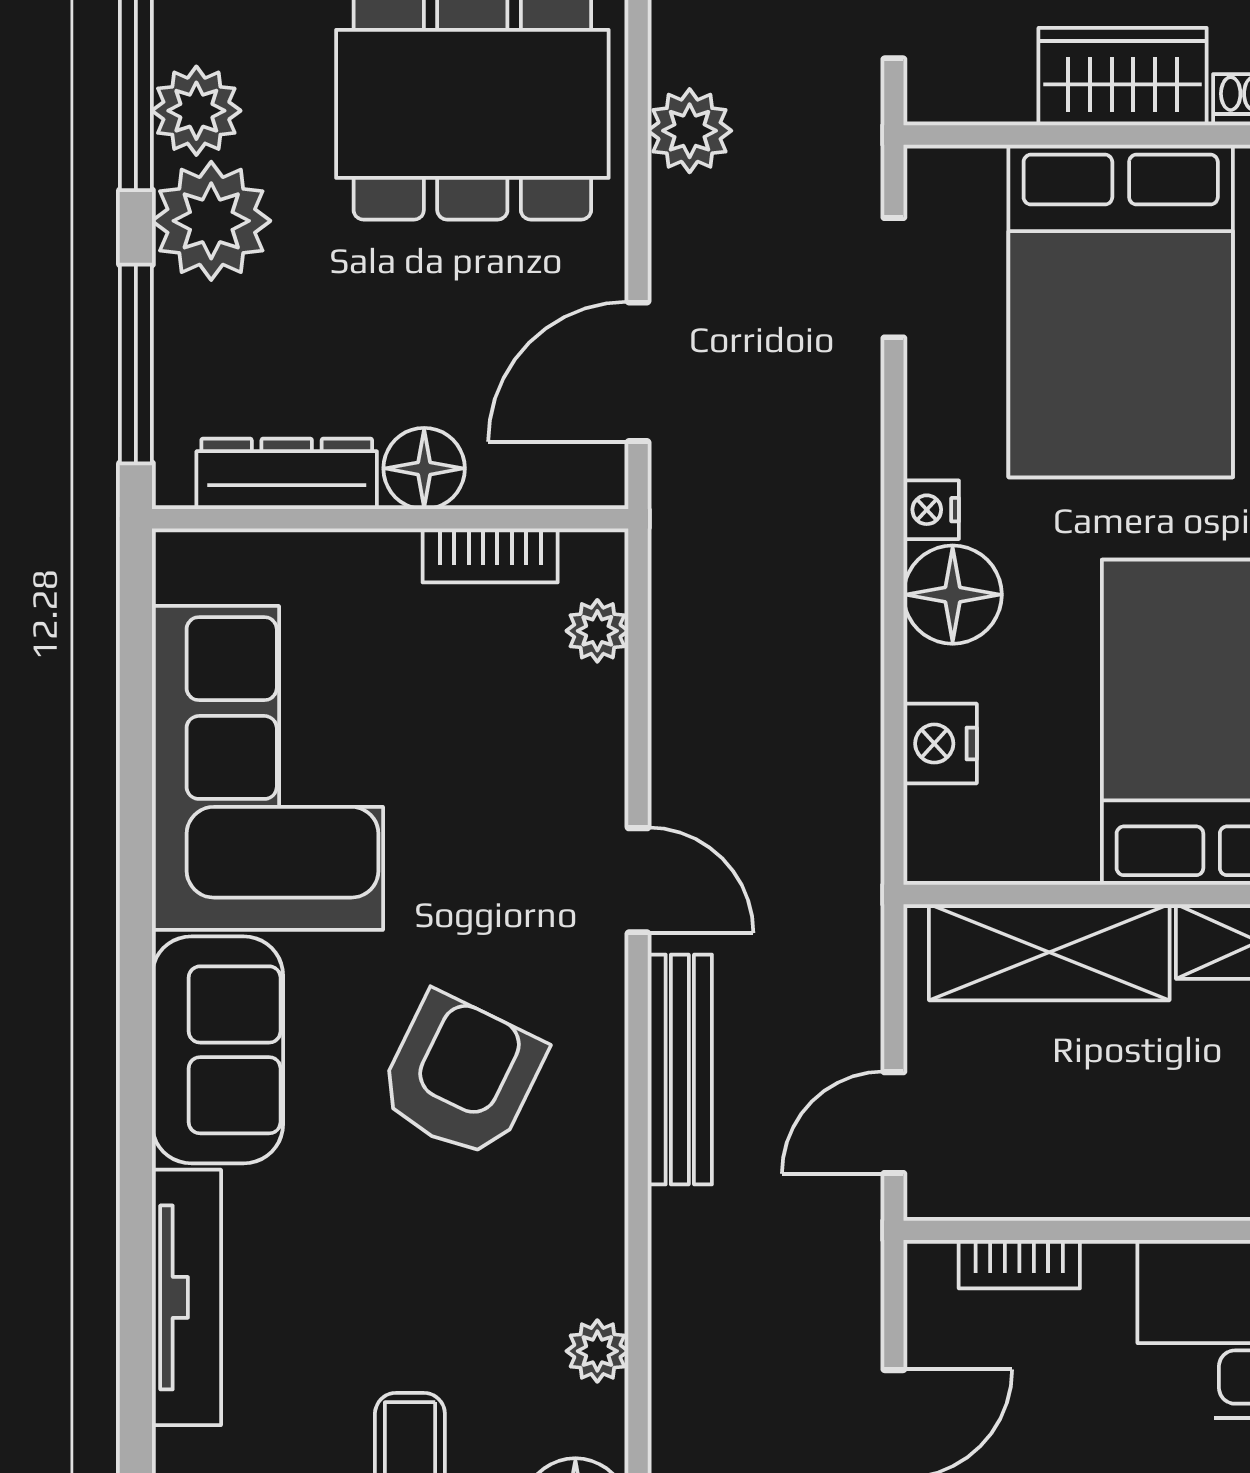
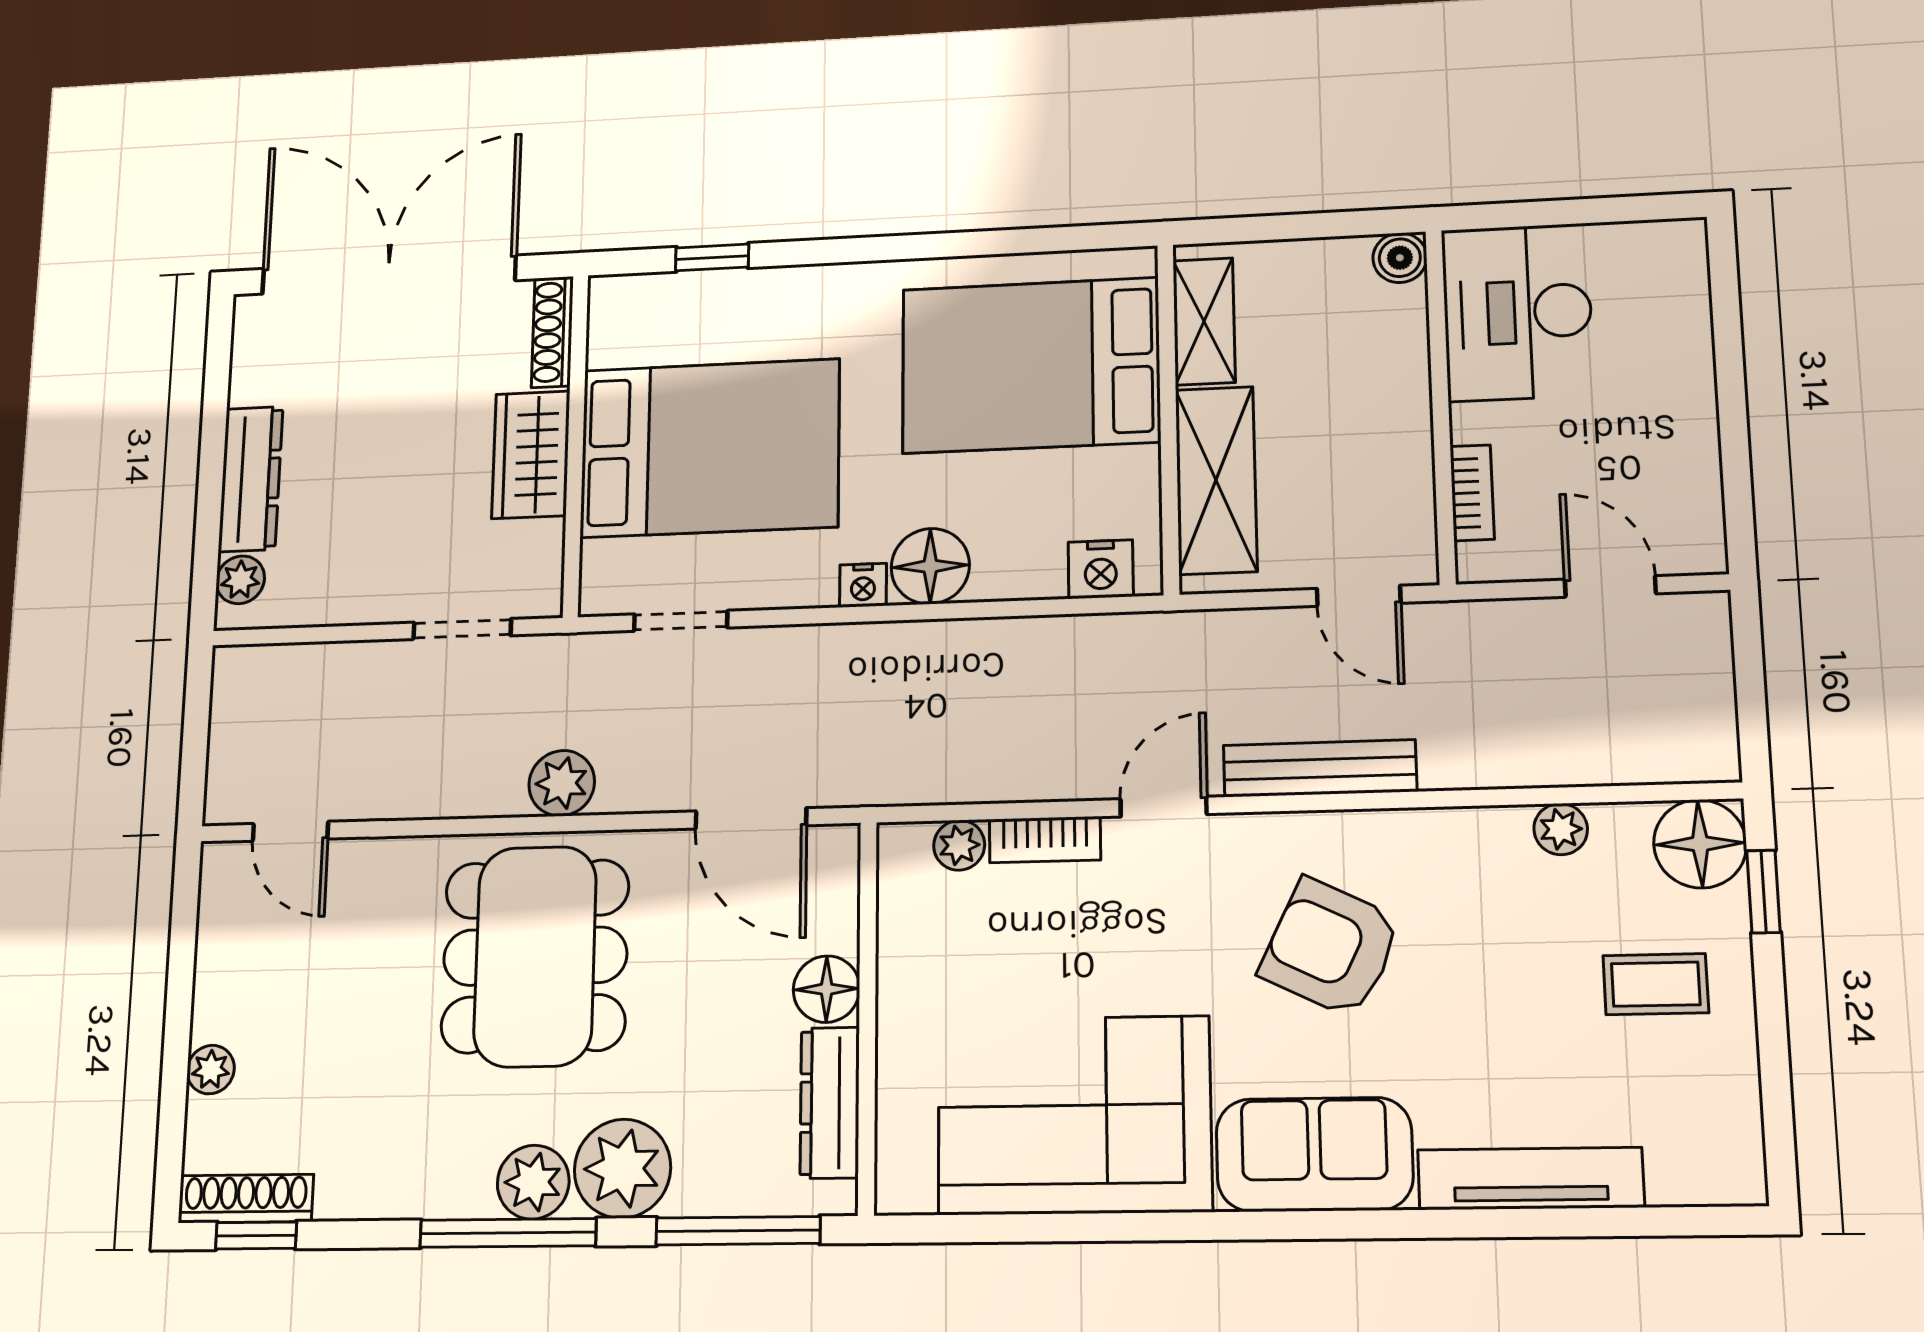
bookcase: (490, 555) -> (1045, 840), moved, turned 90
nightstand: (940, 744) -> (1101, 569), moved

